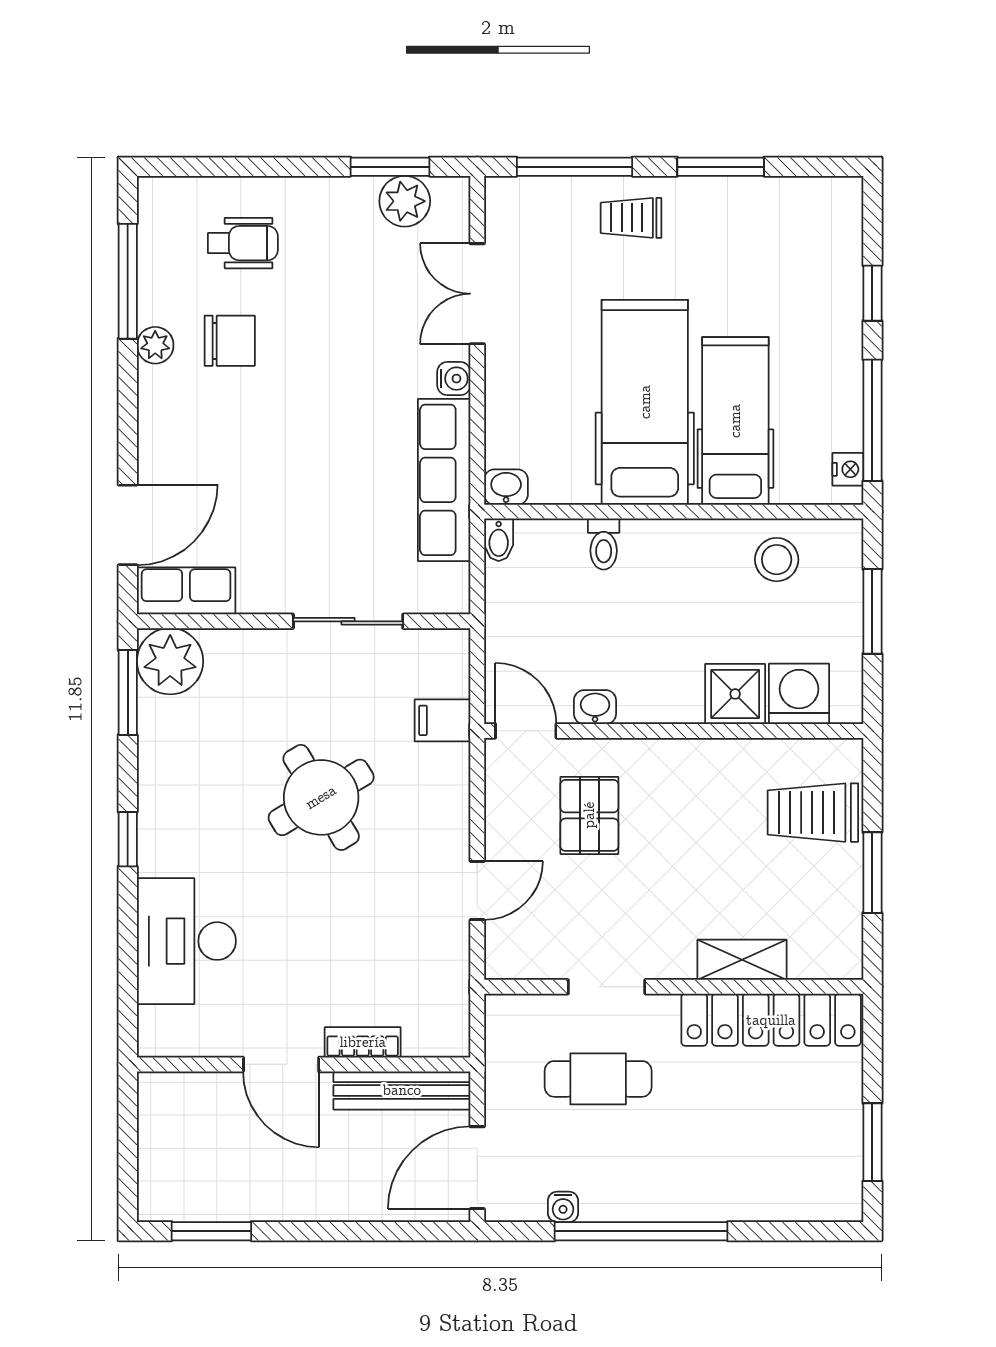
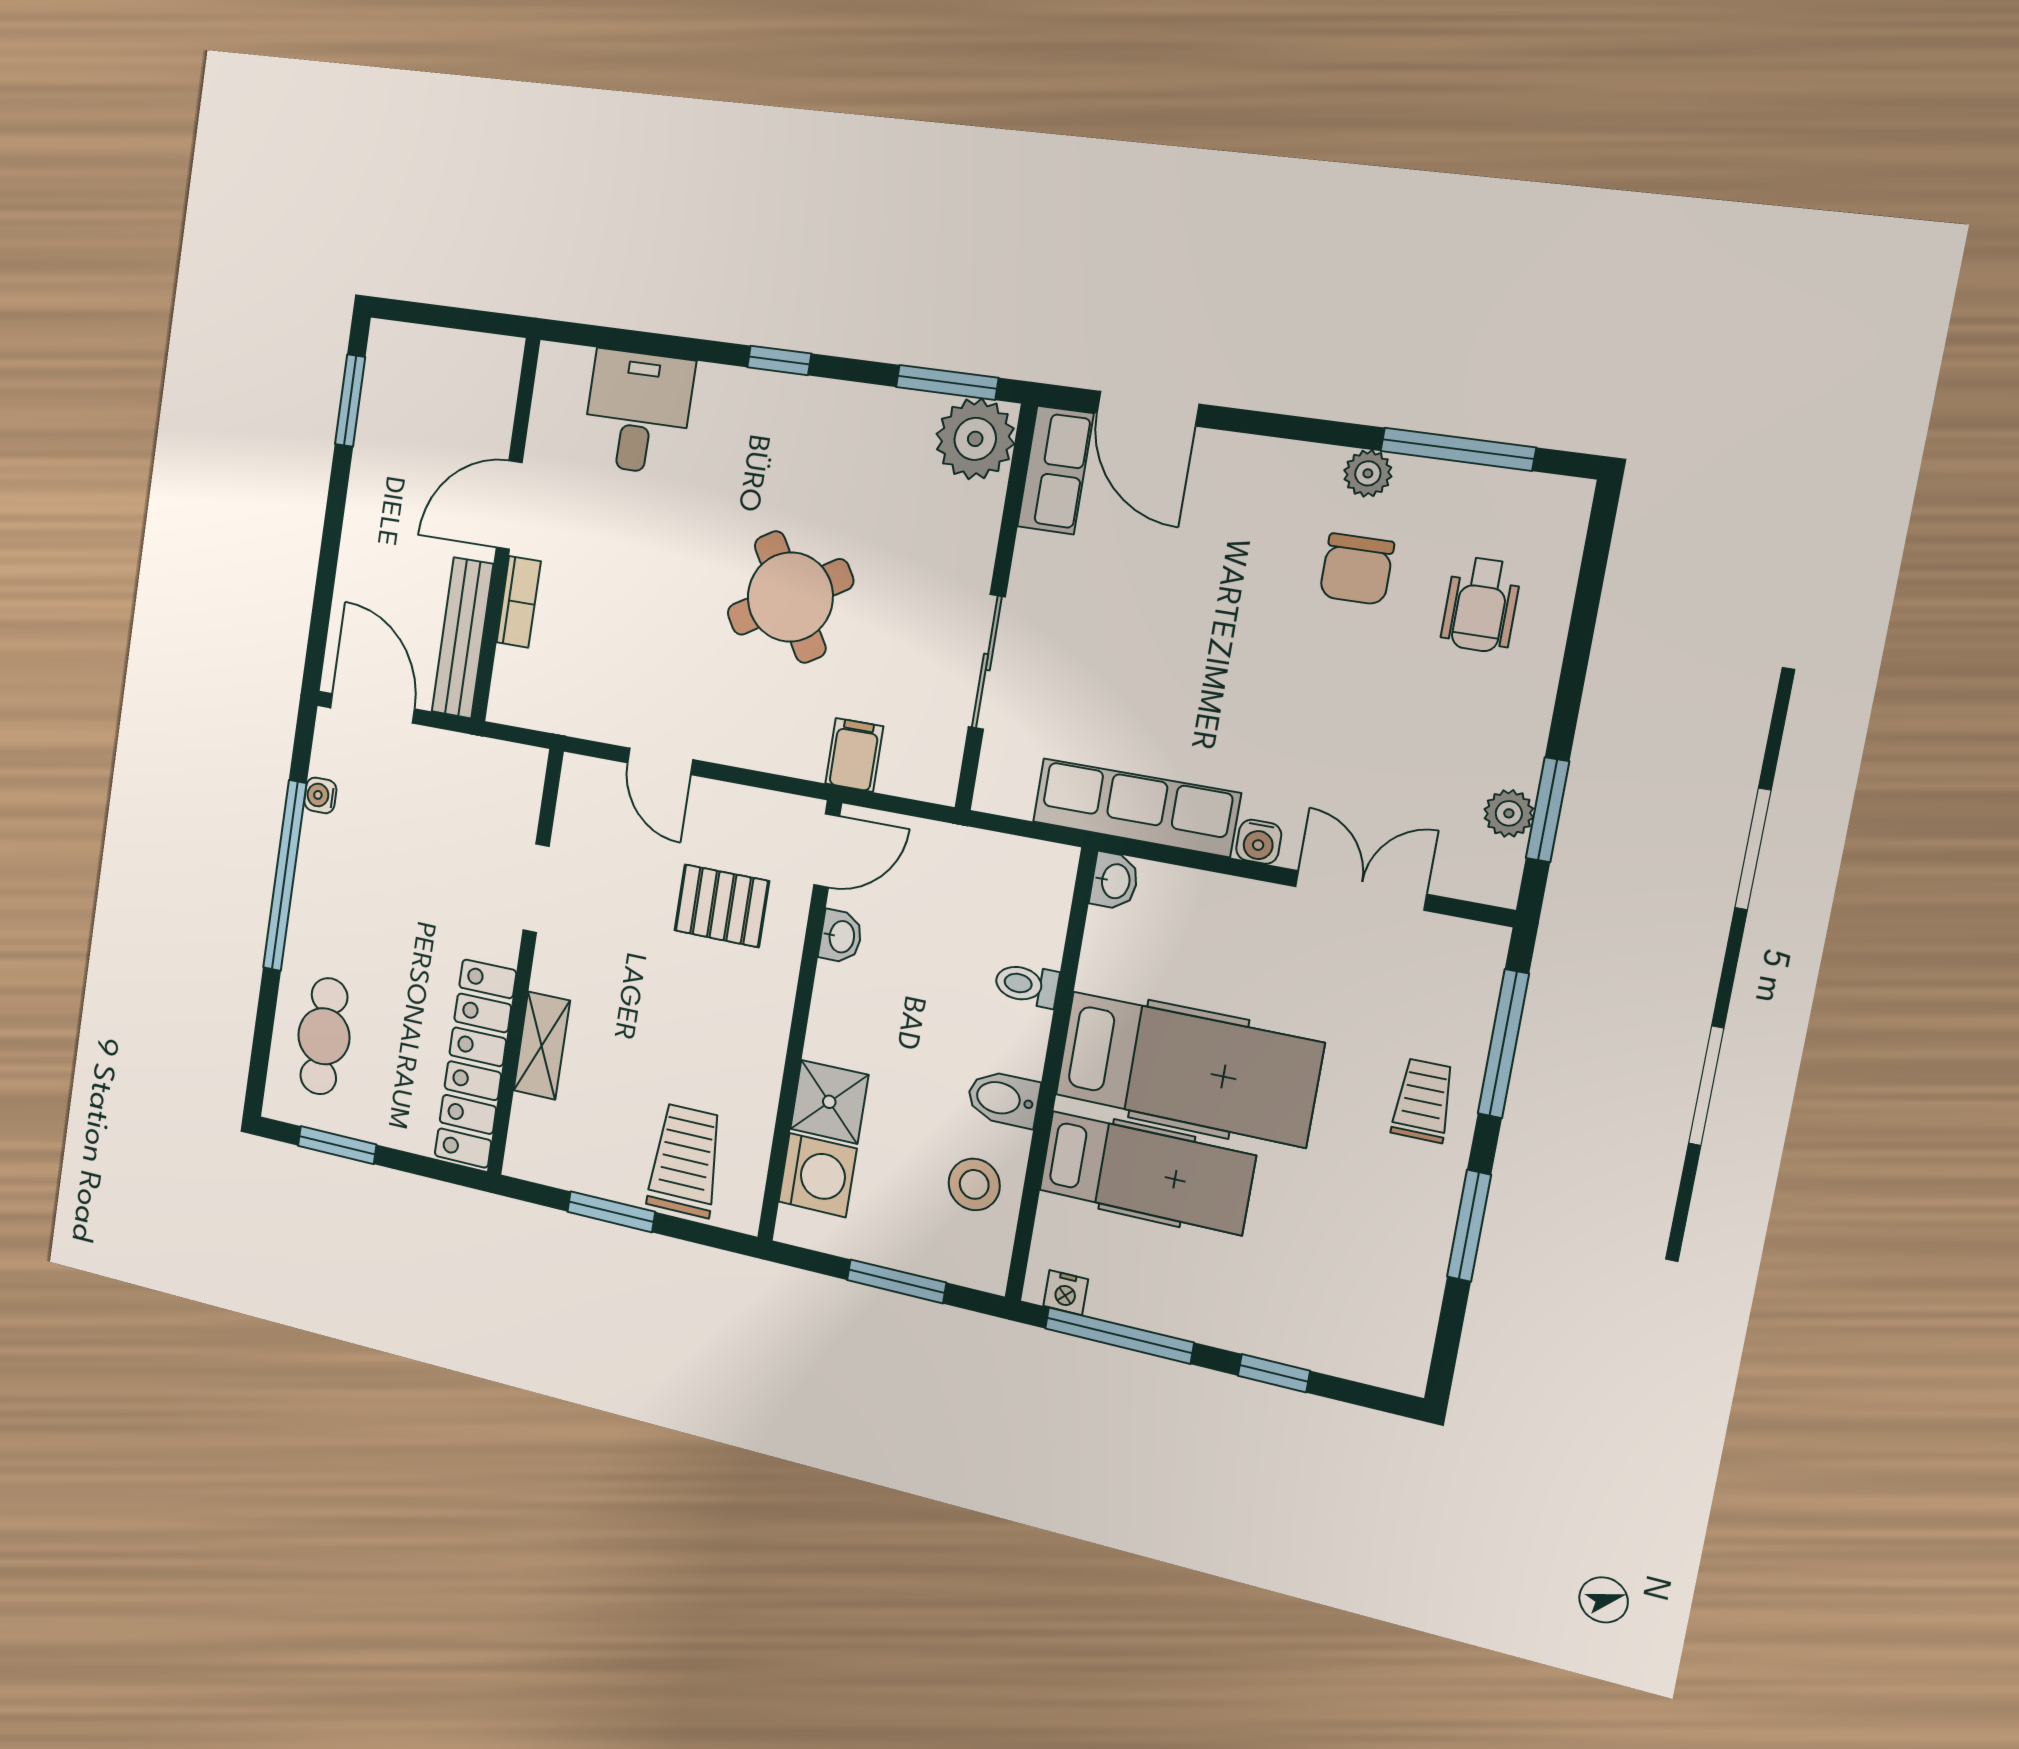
plant: (405, 201) -> (1509, 813), width x0.73, depth x0.73
bidet: (499, 540) -> (1003, 1099), moved, width x1.38, depth x1.36
desk: (186, 941) -> (638, 412), width x0.73
cafe table: (598, 1079) -> (324, 1036), moved

